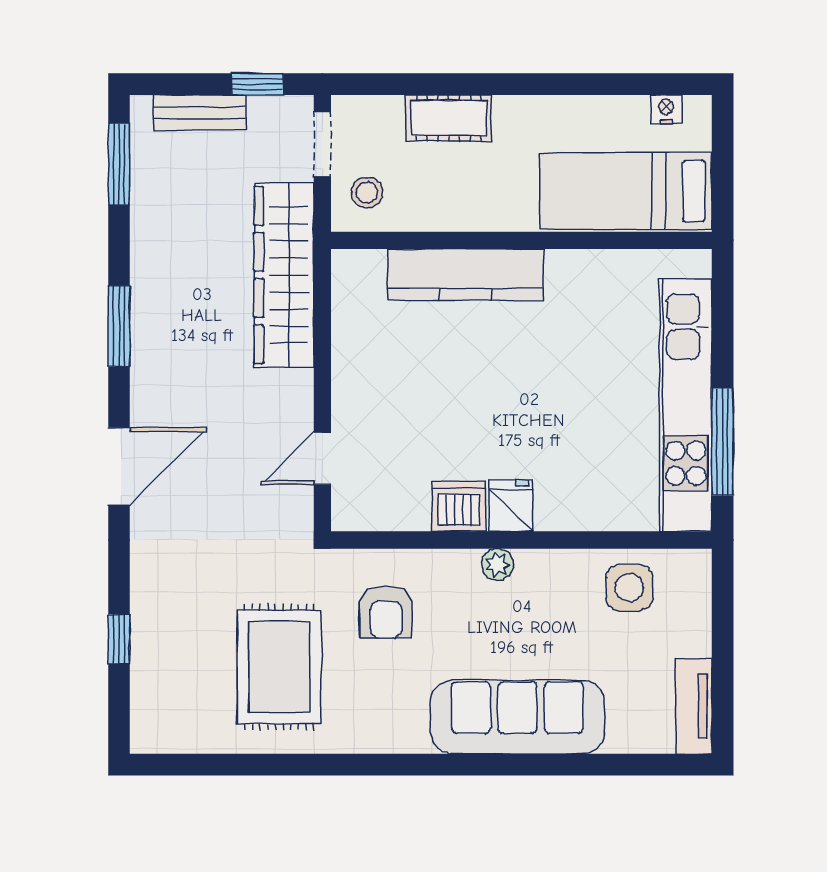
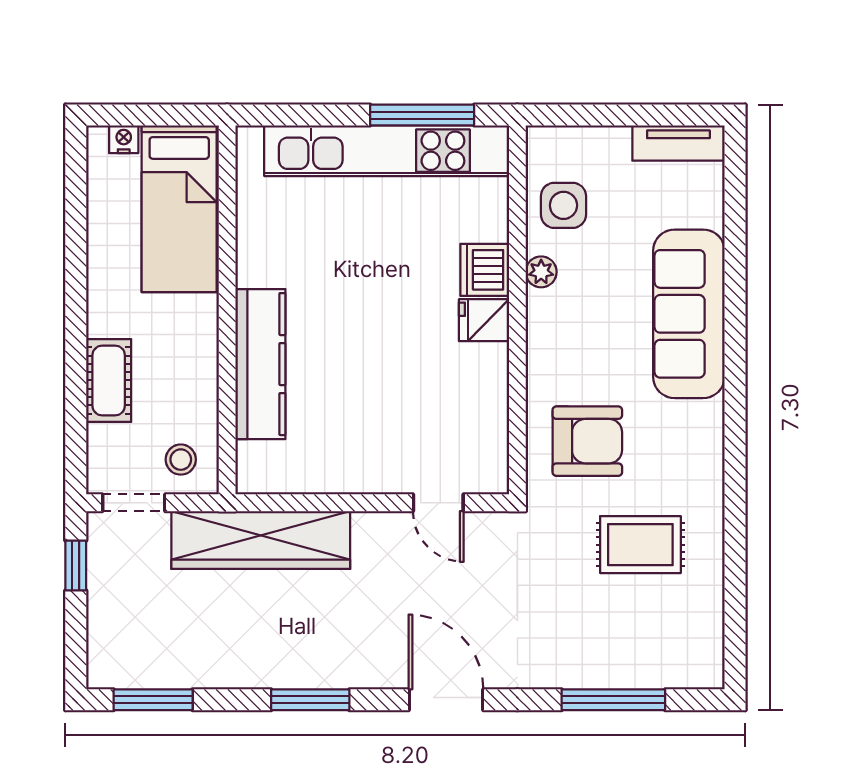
nightstand: (666, 109) -> (124, 139), moved, turned 90
bench: (200, 112) -> (103, 621), removed
dishwasher: (459, 506) -> (485, 270), moved
plant: (497, 564) -> (541, 272), moved
armchair: (386, 612) -> (587, 441), width x1.38, depth x1.38
window: (119, 639) -> (613, 700), width x2.17
rug: (279, 667) -> (640, 545), width x0.73, depth x0.70

